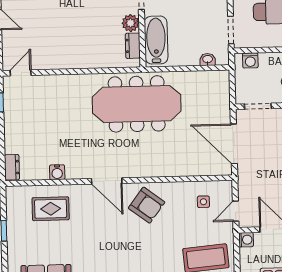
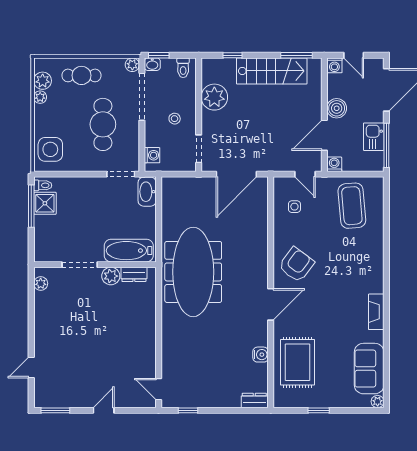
washbasin: (208, 59) -> (147, 192), width x1.91, depth x1.45
rug: (51, 209) -> (298, 362), width x1.36, depth x1.43

